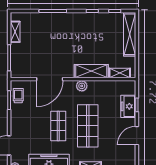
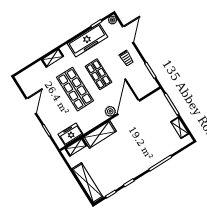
plant: (82, 86) -> (110, 111), moved
trolley: (18, 96) -> (126, 58), moved
freezer: (128, 106) -> (71, 134), moved, turned -90

